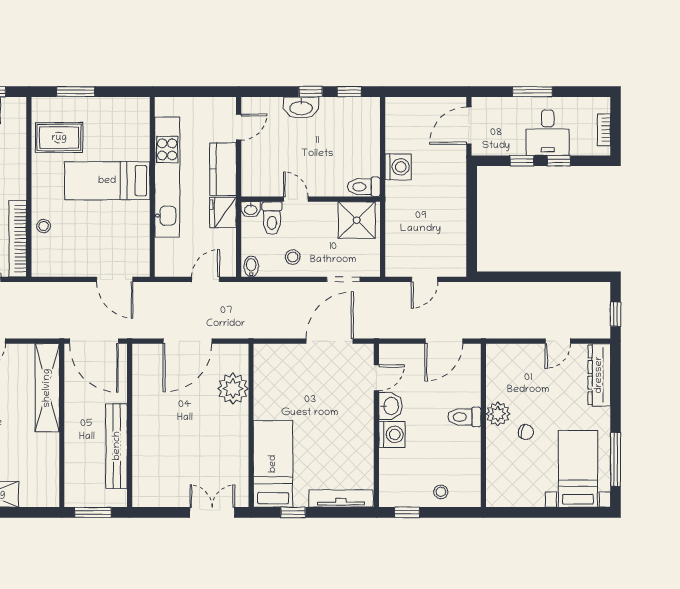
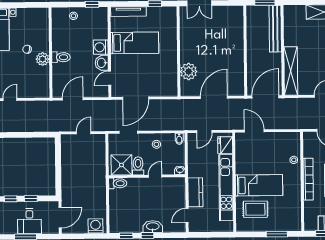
desk: (548, 133) -> (29, 221), moved, turned 180
rug: (59, 138) -> (255, 209), moved
washing machine: (398, 167) -> (95, 226), moved, turned 90
door: (296, 199) -> (155, 176), swing flipped
fridge: (223, 212) -> (225, 145), moved, turned 180
toilet: (272, 218) -> (138, 166), moved
bookcase: (18, 239) -> (308, 179), moved
door: (94, 341) -> (265, 97), hinge flipped
bench: (117, 446) -> (275, 29), moved
bed: (273, 464) -> (135, 43), moved, turned -90

